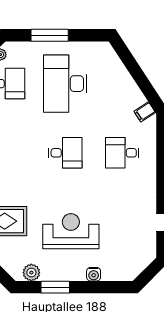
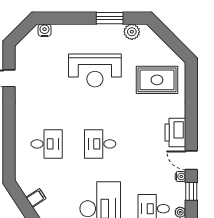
filing cabinet: (145, 112) -> (36, 198), moved
water cooler: (94, 274) -> (45, 30), moved

